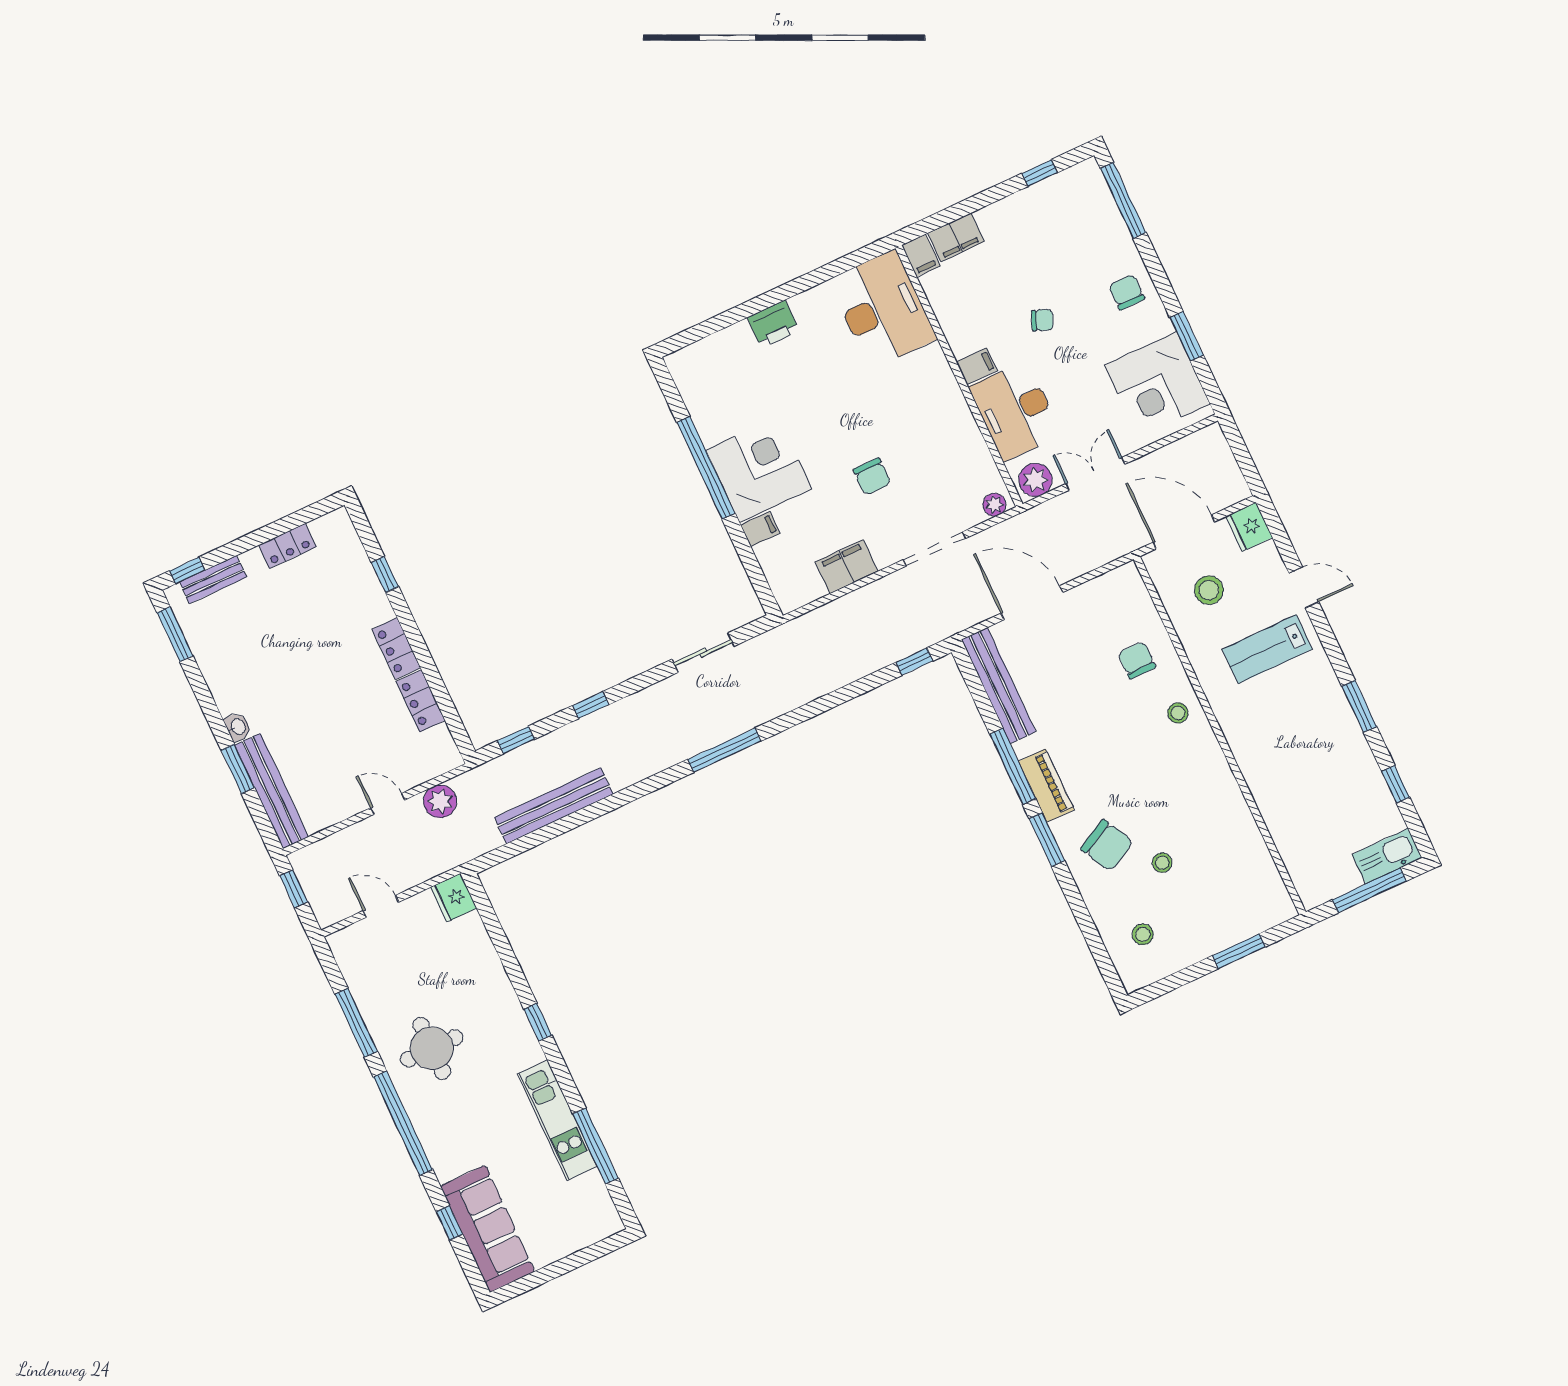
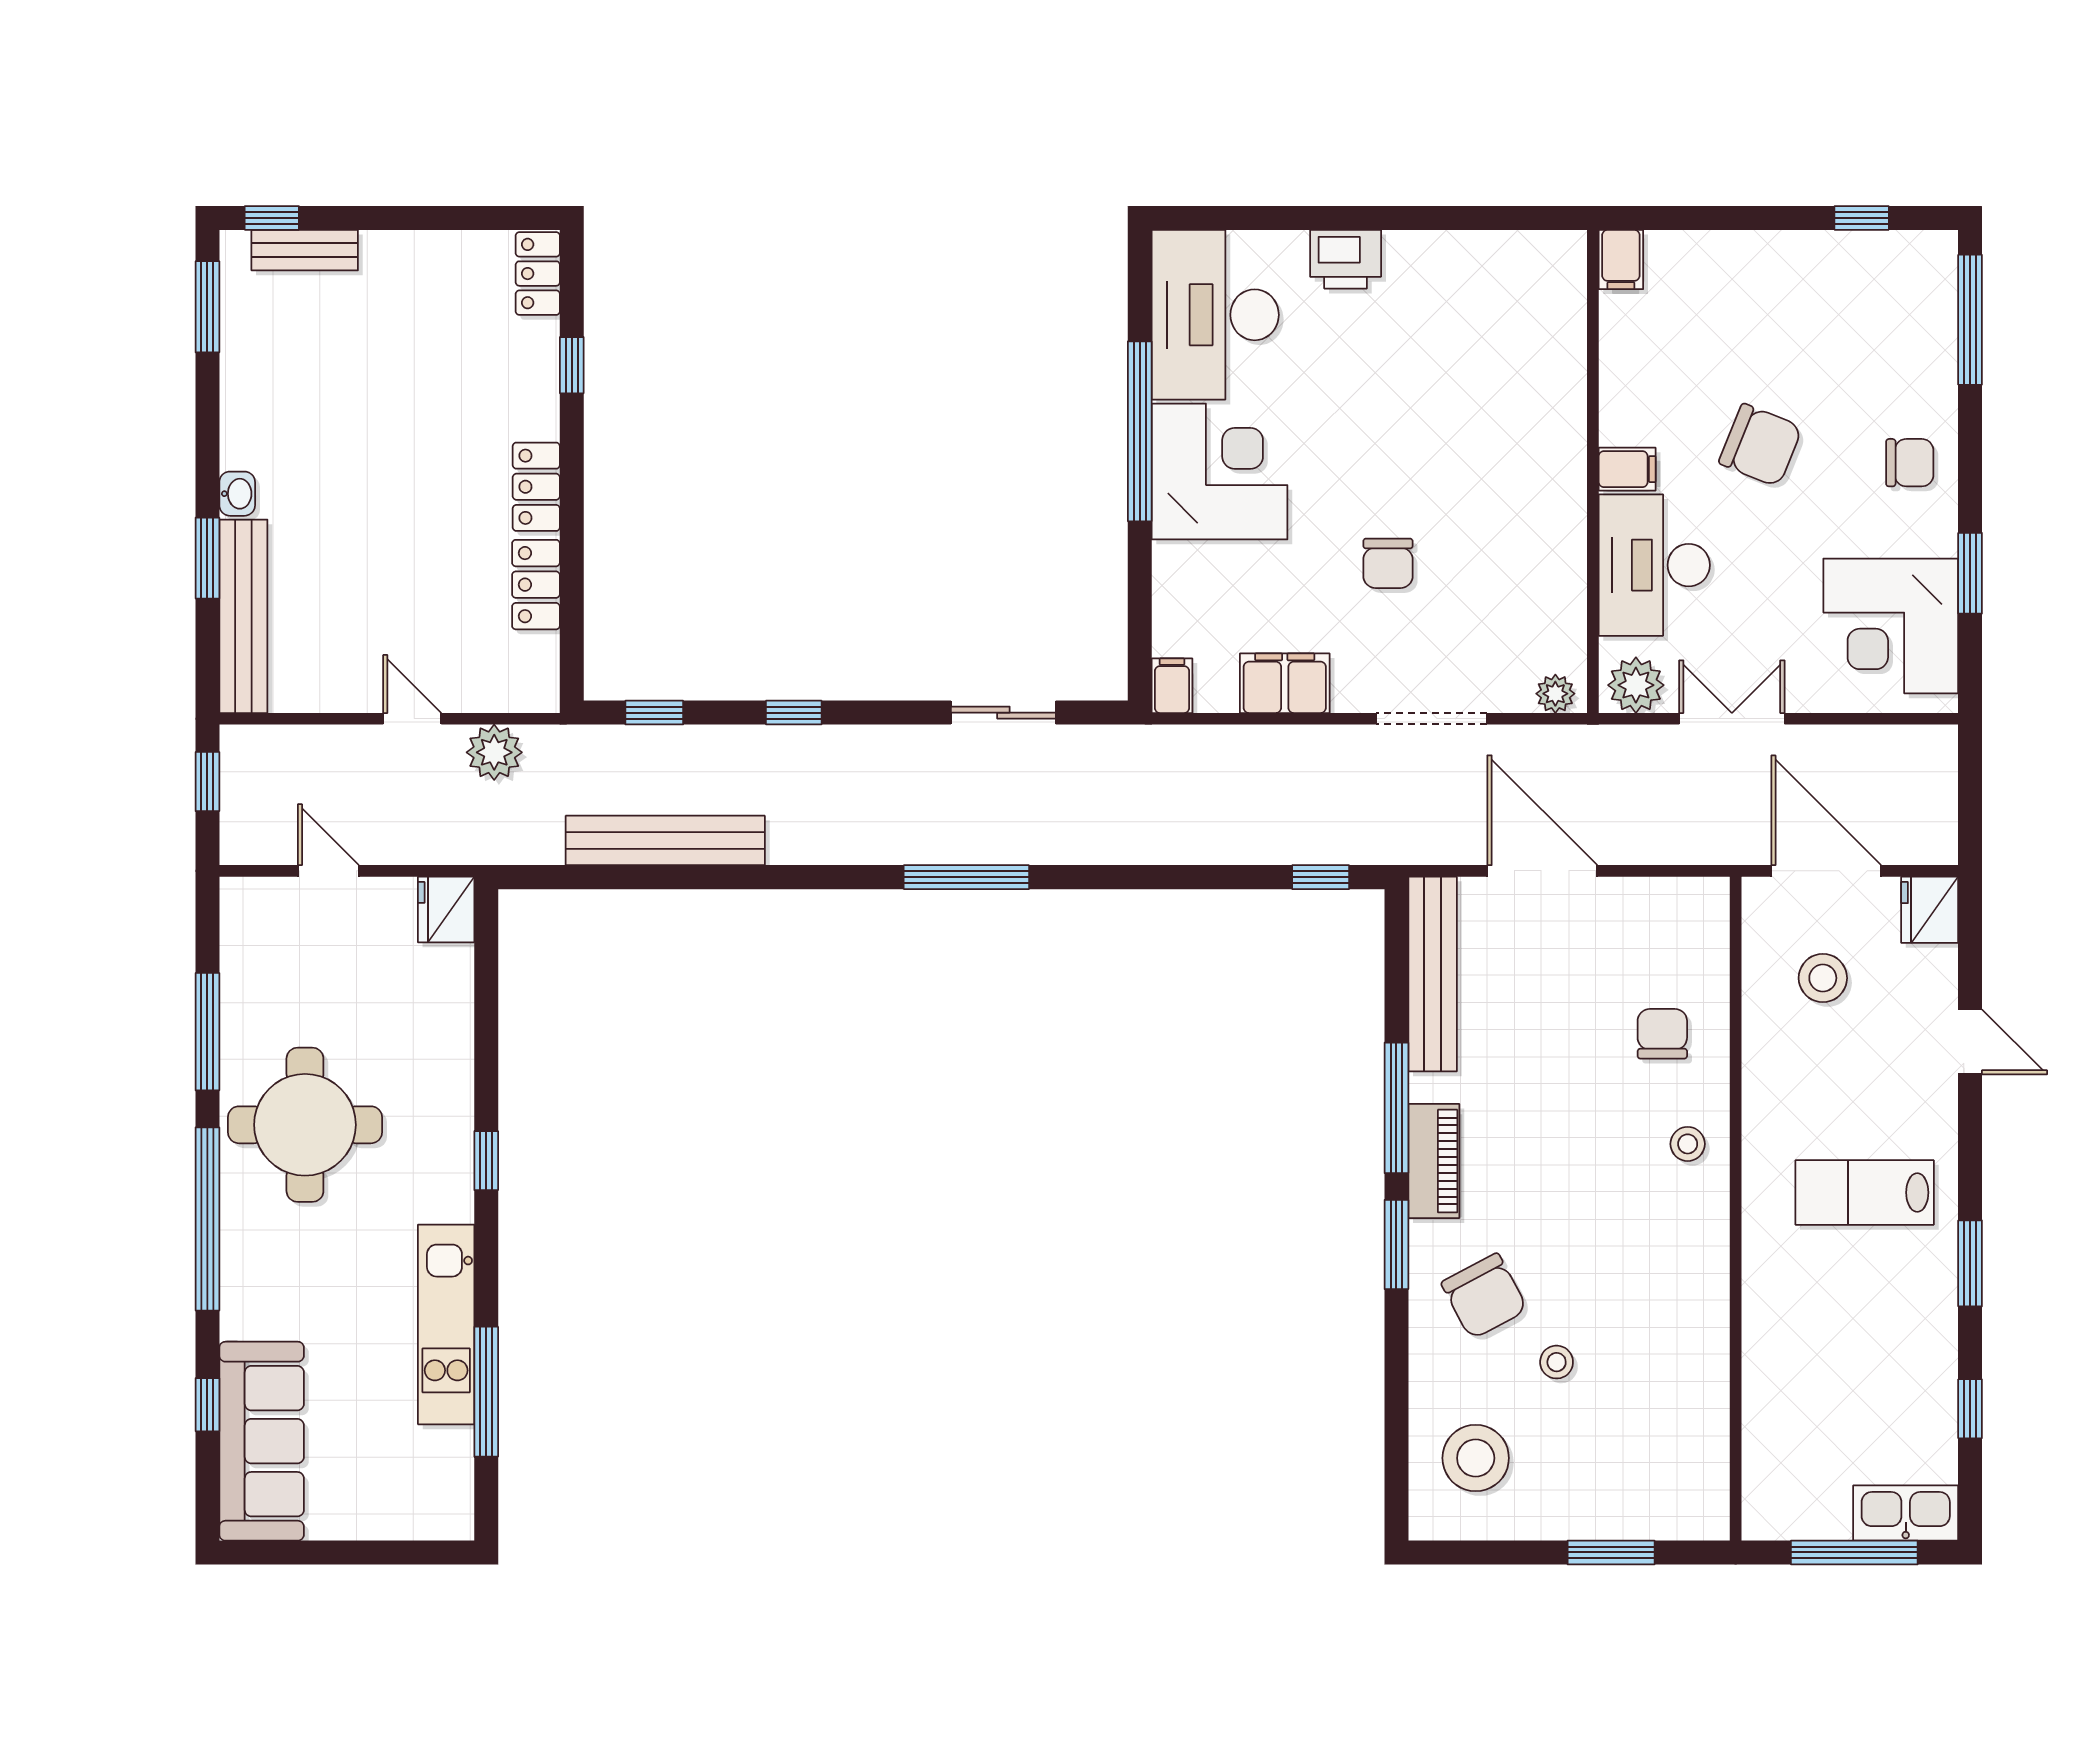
filing cabinet: (956, 237) -> (1687, 257), removed
chair: (1127, 292) -> (1910, 463), turned 90
desk: (883, 309) -> (1215, 315), moved, turned 180
chair: (1042, 320) -> (1761, 445), width x1.87, depth x1.87
filing cabinet: (760, 529) -> (1172, 686), moved, turned -90
locker: (287, 546) -> (538, 274), moved, turned 90
lab bench: (1267, 649) -> (1865, 1193), moved
stool: (1143, 934) -> (1476, 1458), width x1.89, depth x1.89
round table: (432, 1048) -> (305, 1125), width x1.36, depth x1.36

